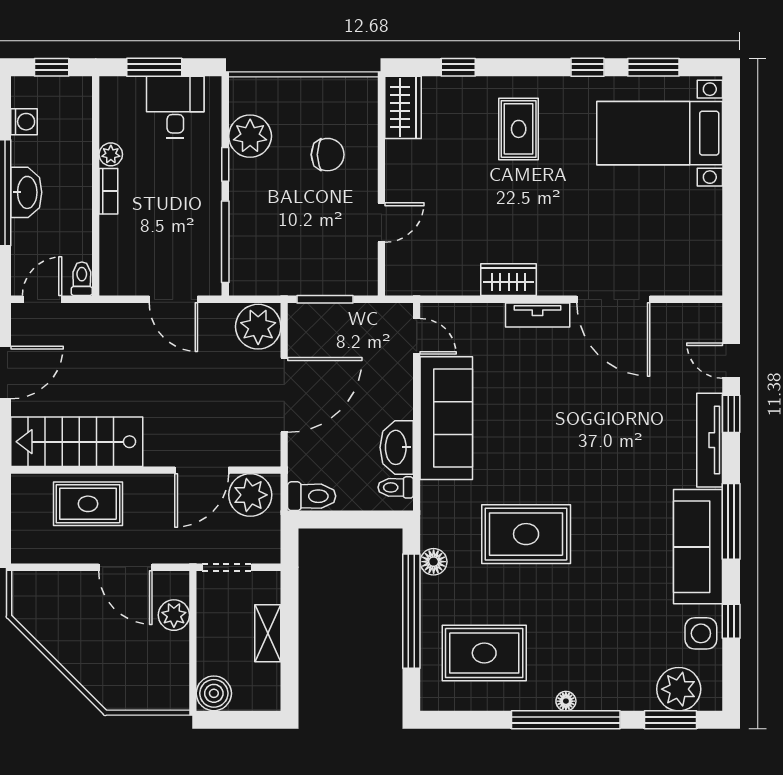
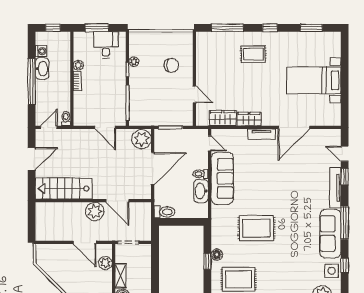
window: (458, 67) -> (227, 28), width x2.17
window: (587, 67) -> (270, 28), moved
wardrobe: (403, 107) -> (223, 118), moved, turned -90
rug: (519, 129) -> (253, 54), turned 90
bed with nightstands: (660, 133) -> (314, 80), moved
plant: (250, 136) -> (134, 62), width x0.53, depth x0.53
washbasin: (26, 192) -> (42, 69), moved
door: (381, 223) -> (194, 94), hinge flipped
door: (613, 299) -> (294, 127), hinge flipped
door: (202, 470) -> (117, 201), hinge flipped
toilet: (396, 487) -> (201, 174), moved
plant: (250, 495) -> (95, 211), moved
rug: (88, 504) -> (69, 215), removed
floor lamp: (434, 562) -> (217, 255), moved
window: (411, 611) -> (207, 261), width x0.32
shelving: (268, 633) -> (121, 276), moved

